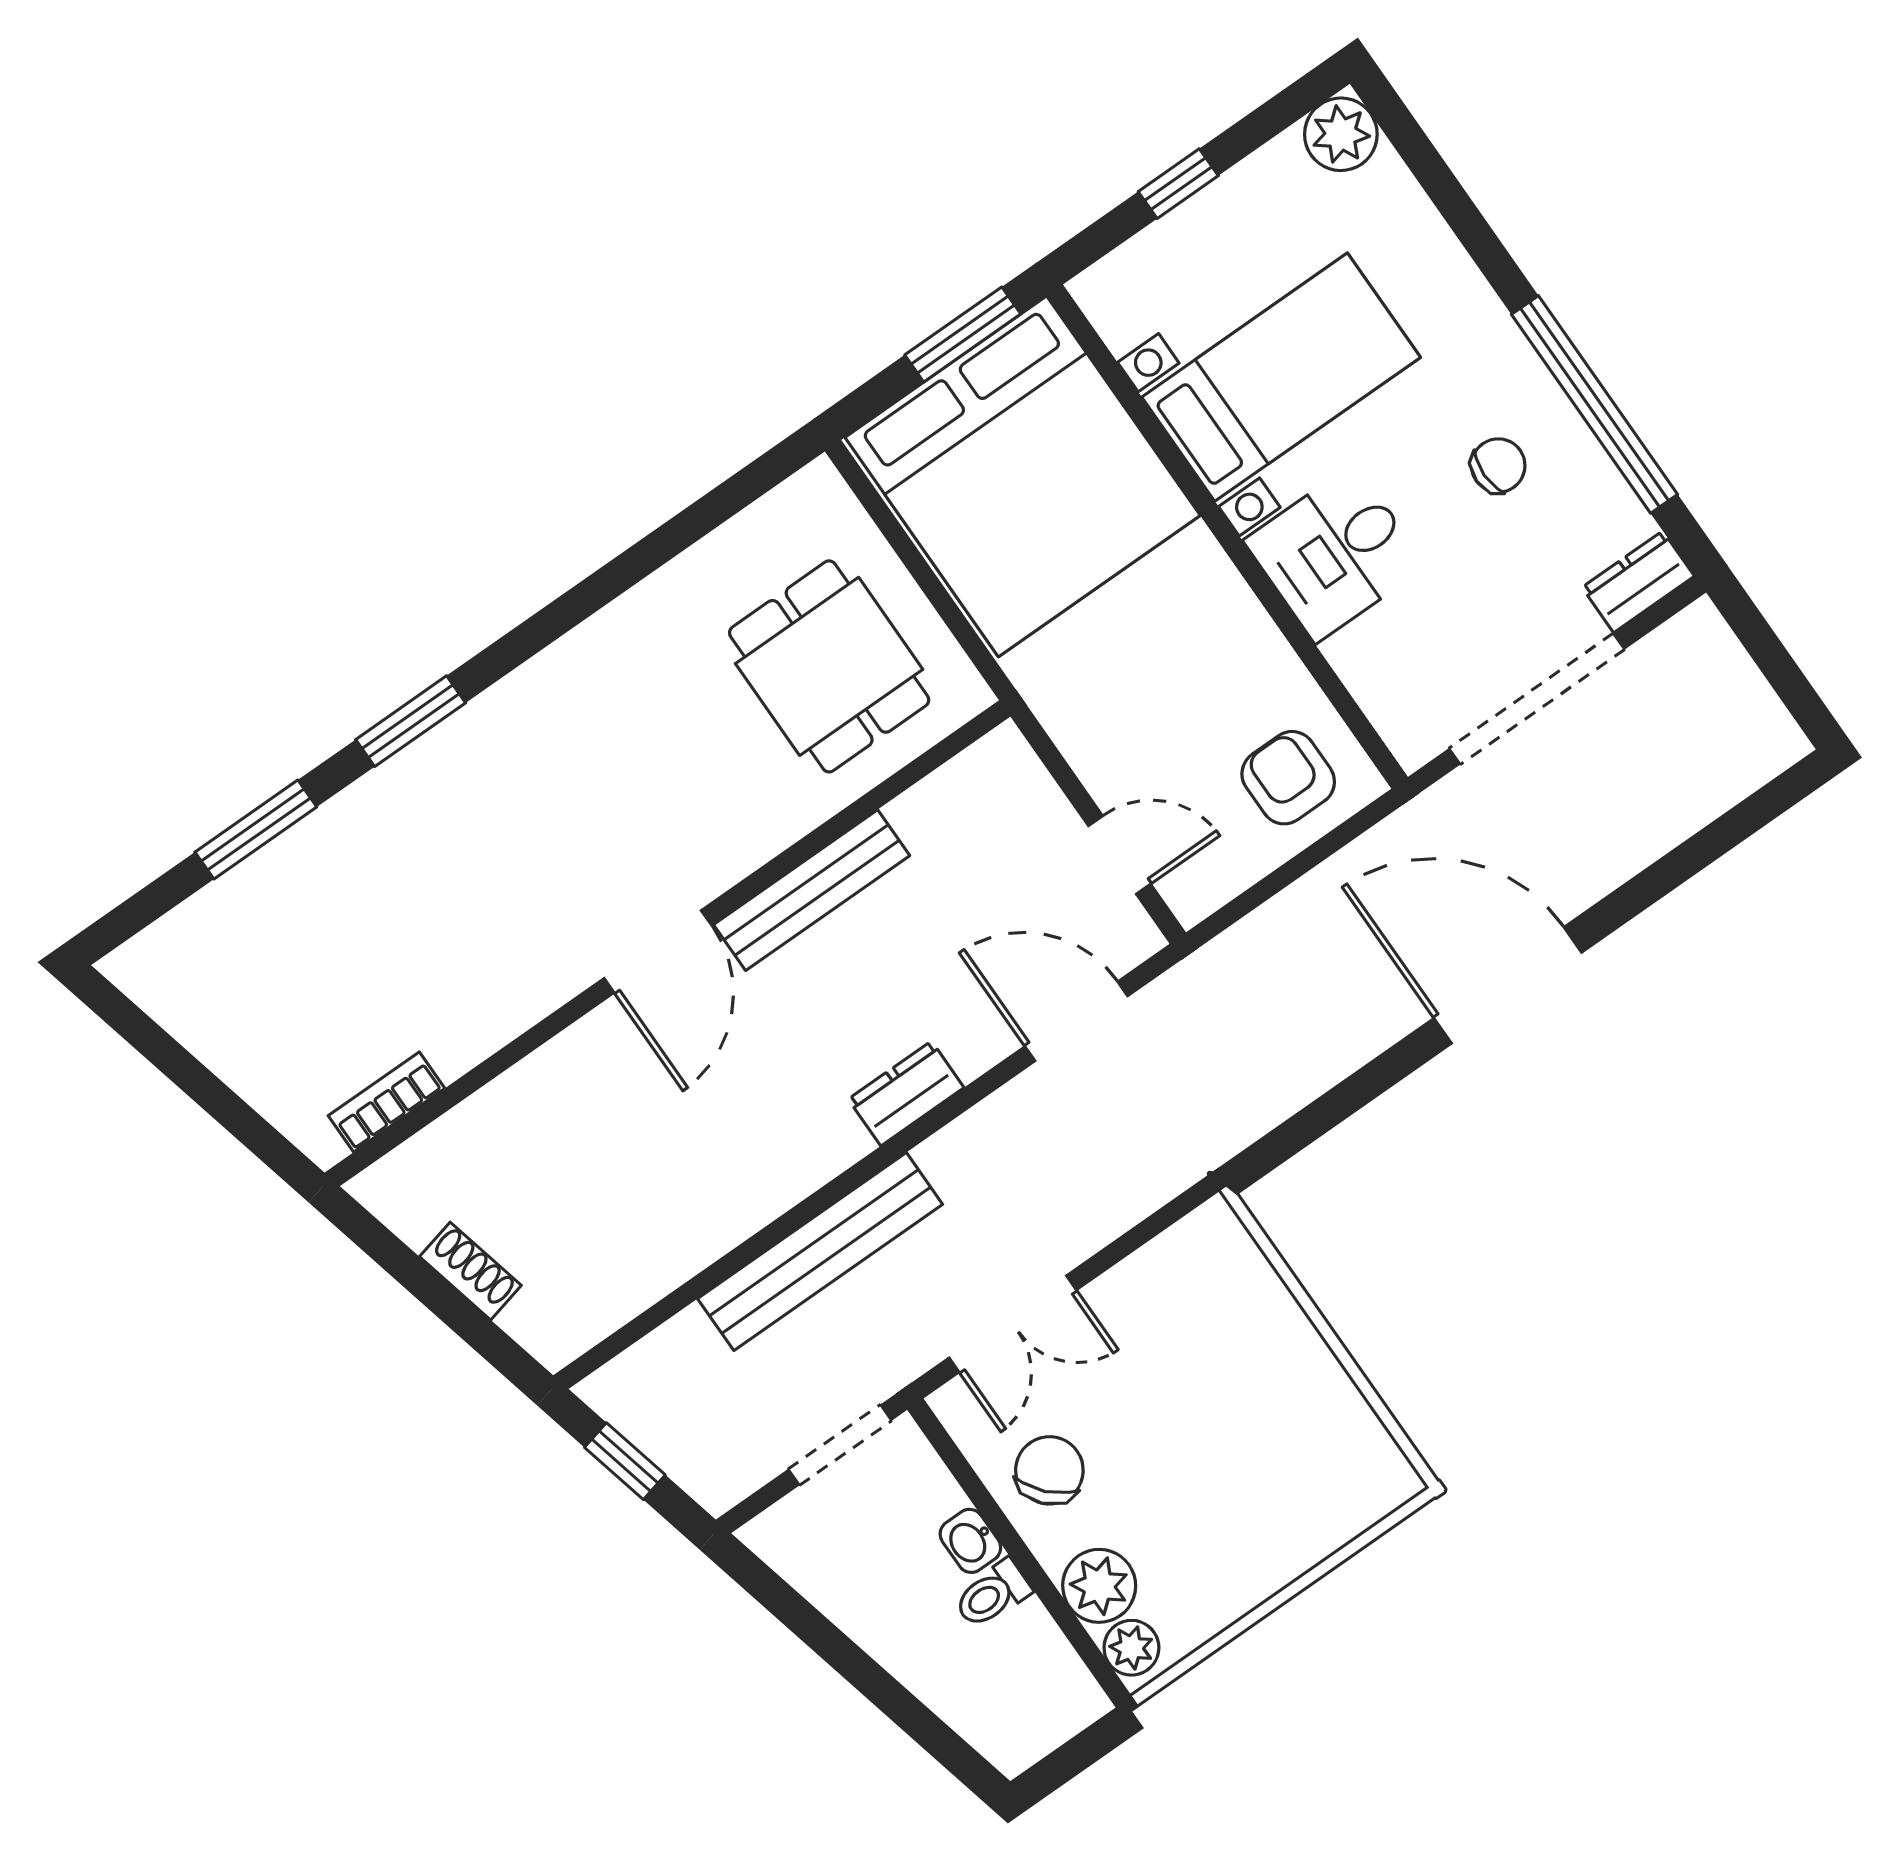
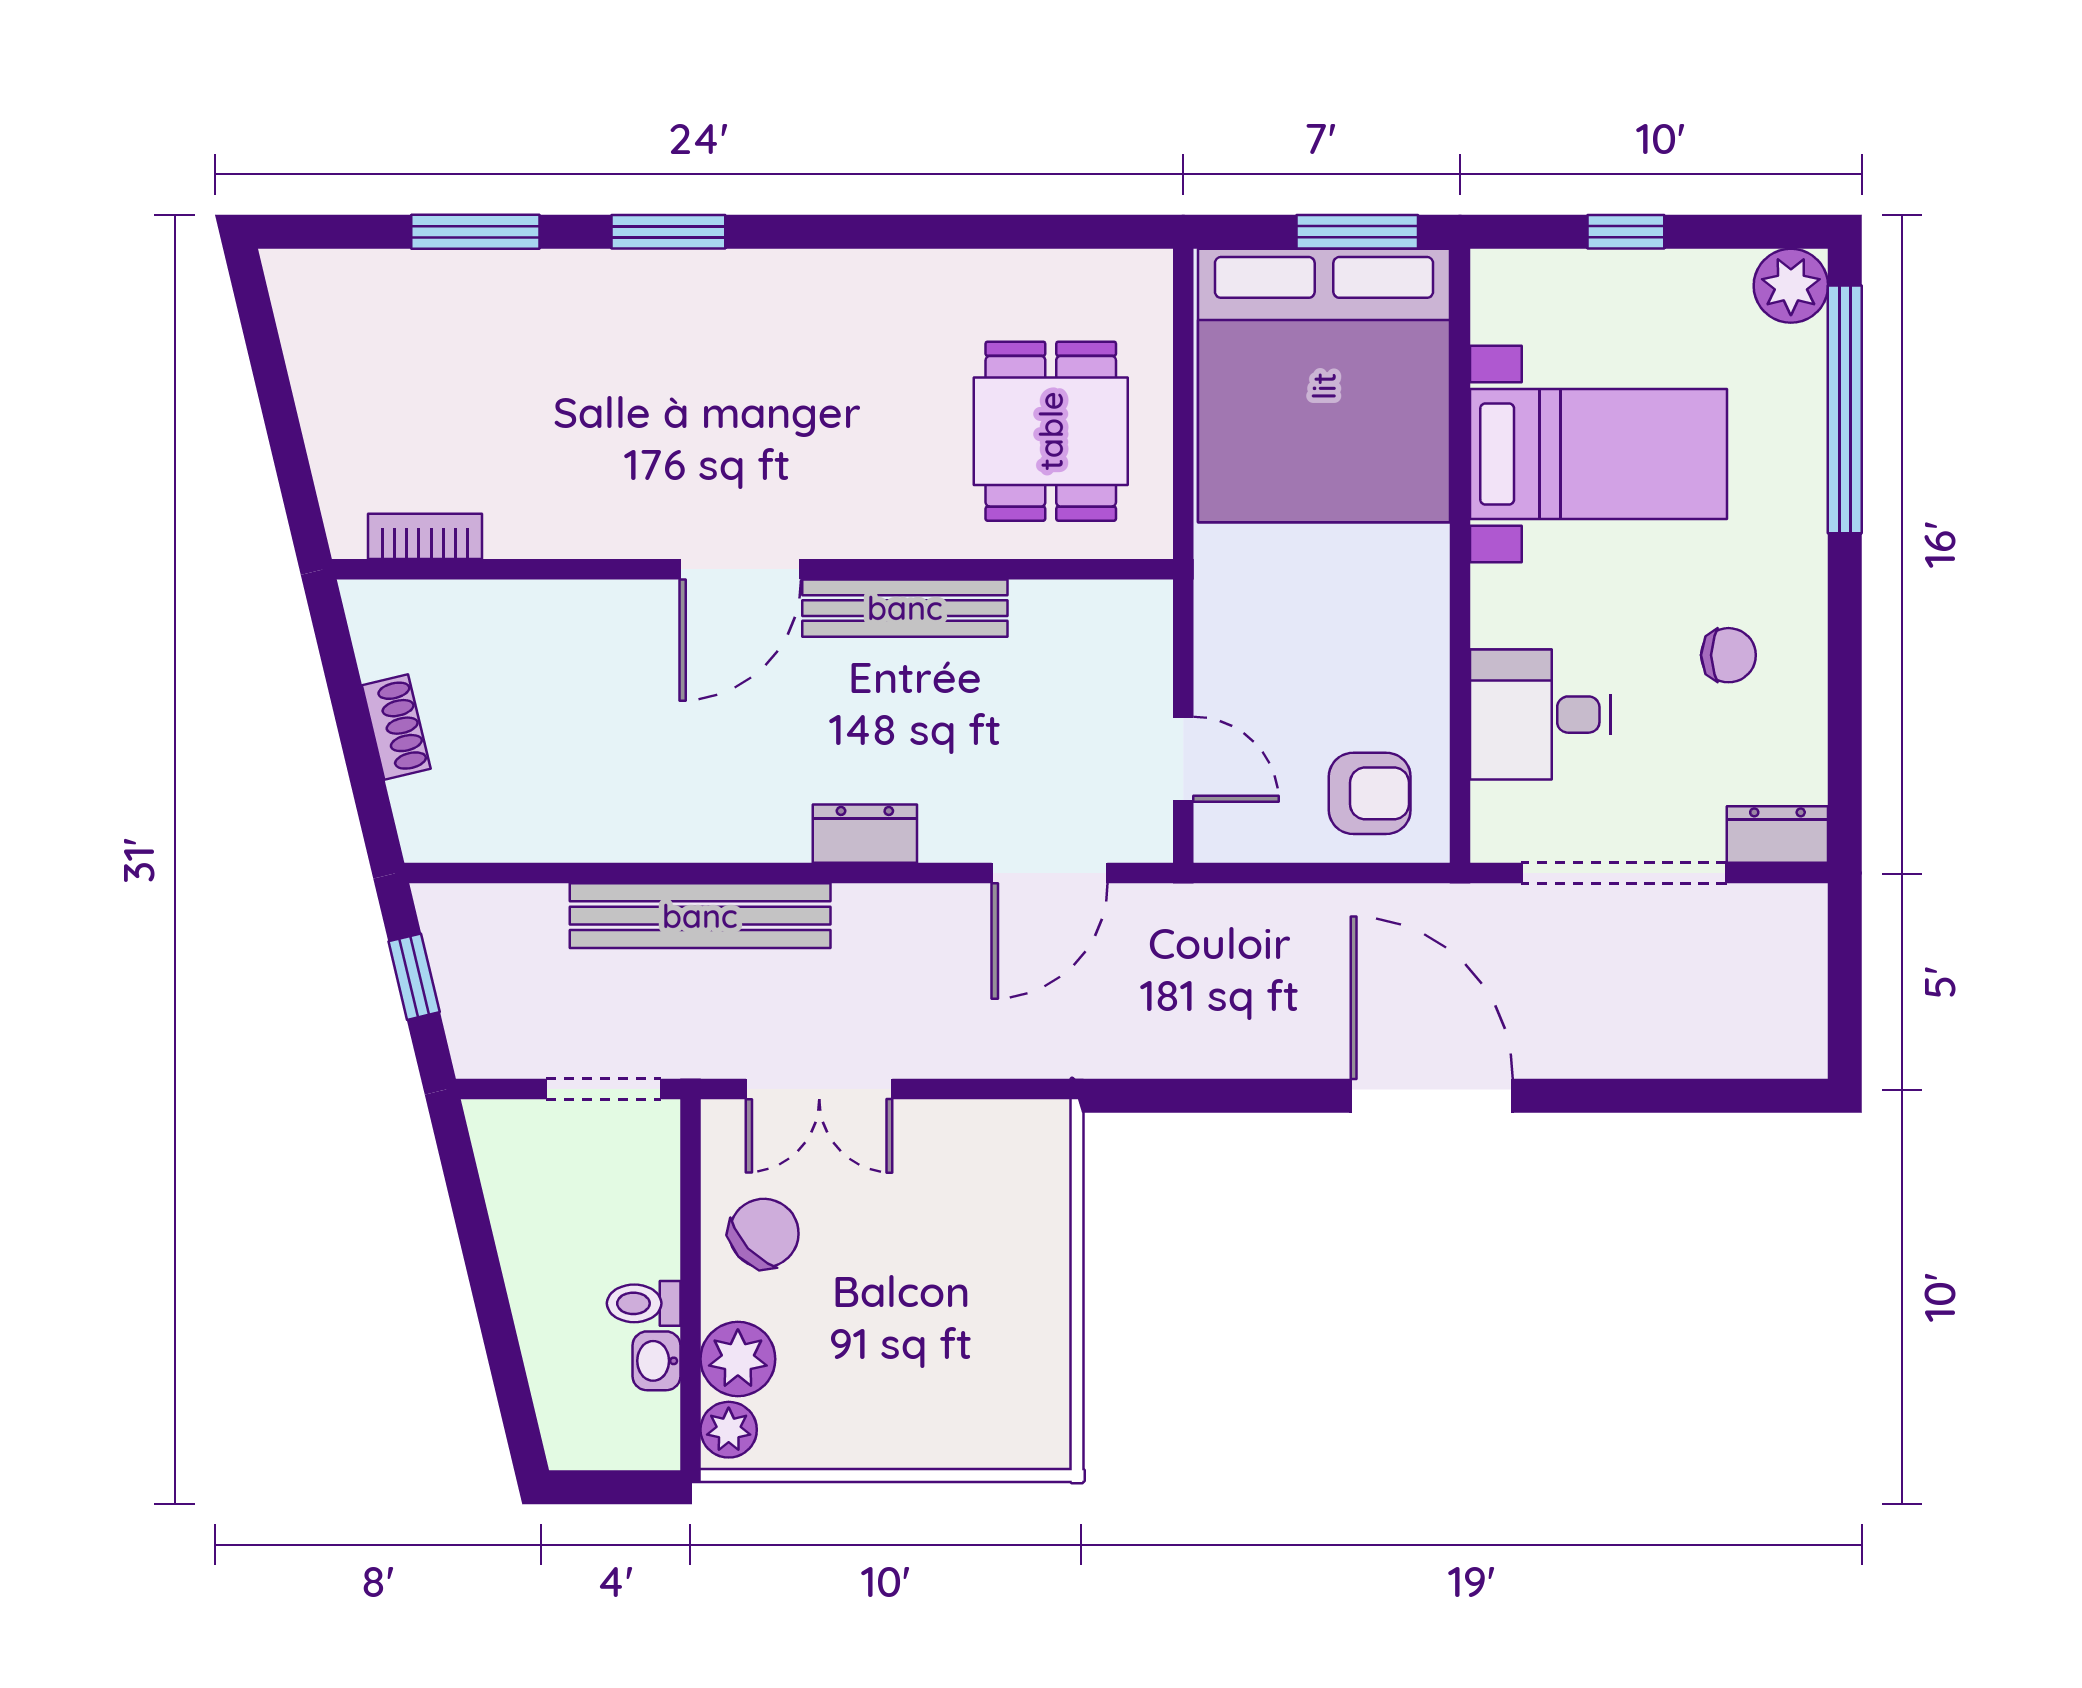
window: (1595, 404) -> (1845, 409), moved
desk: (1335, 553) -> (1540, 715), moved
armchair: (1288, 778) -> (1370, 793), turned 90
door: (1076, 1021) -> (1050, 873), swing flipped
washbasin: (970, 1541) -> (657, 1361), moved

